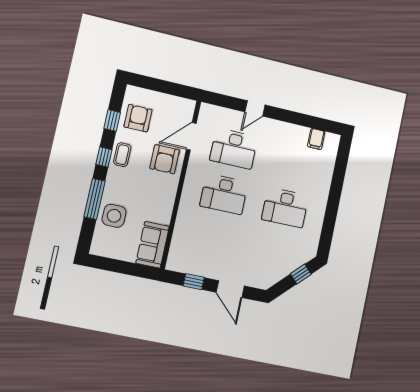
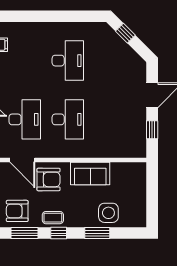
window: (112, 120) -> (25, 233), width x1.50
window: (94, 199) -> (97, 233), width x0.69
sofa: (153, 245) -> (90, 174), moved

